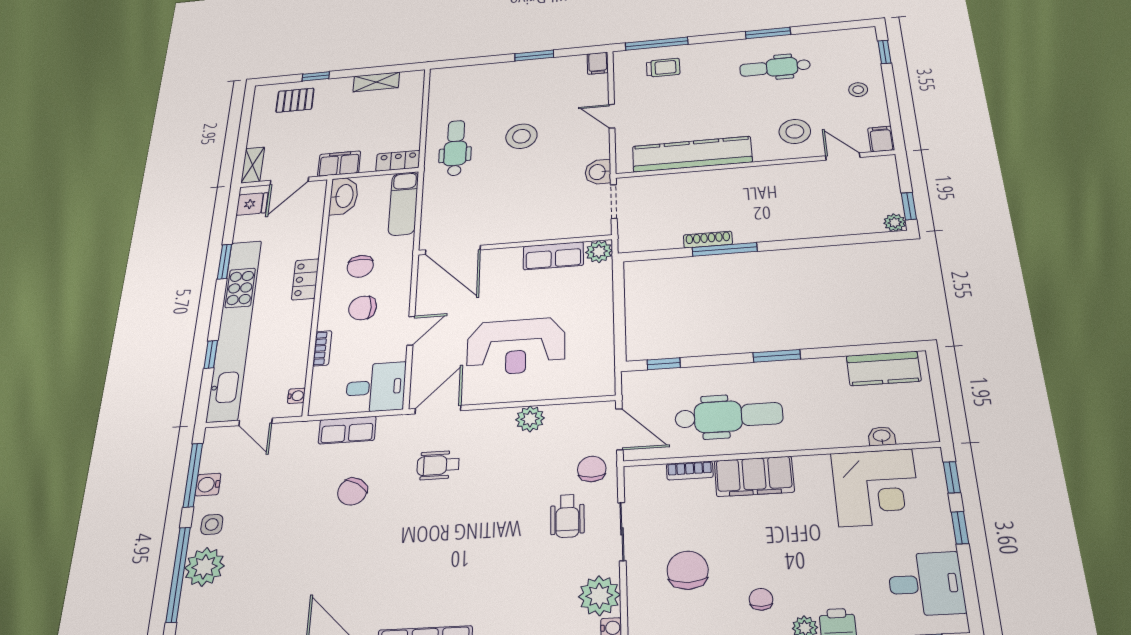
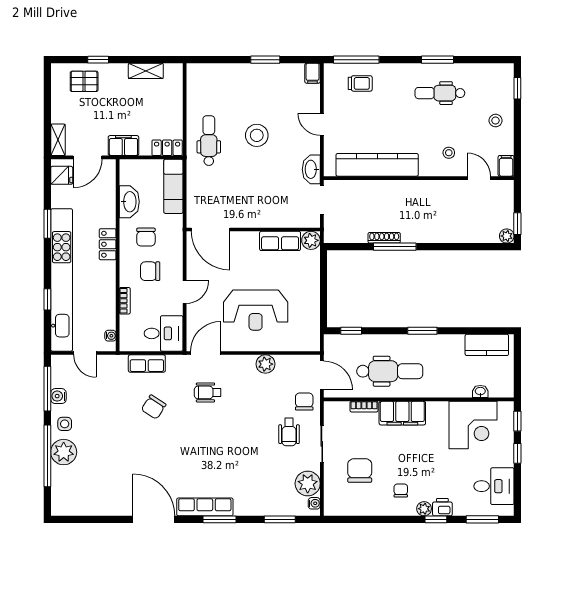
stool: (795, 131) -> (449, 153), width x0.53, depth x0.53
washbasin: (598, 172) -> (311, 169), width x1.38
washbasin: (344, 196) -> (129, 202), moved

